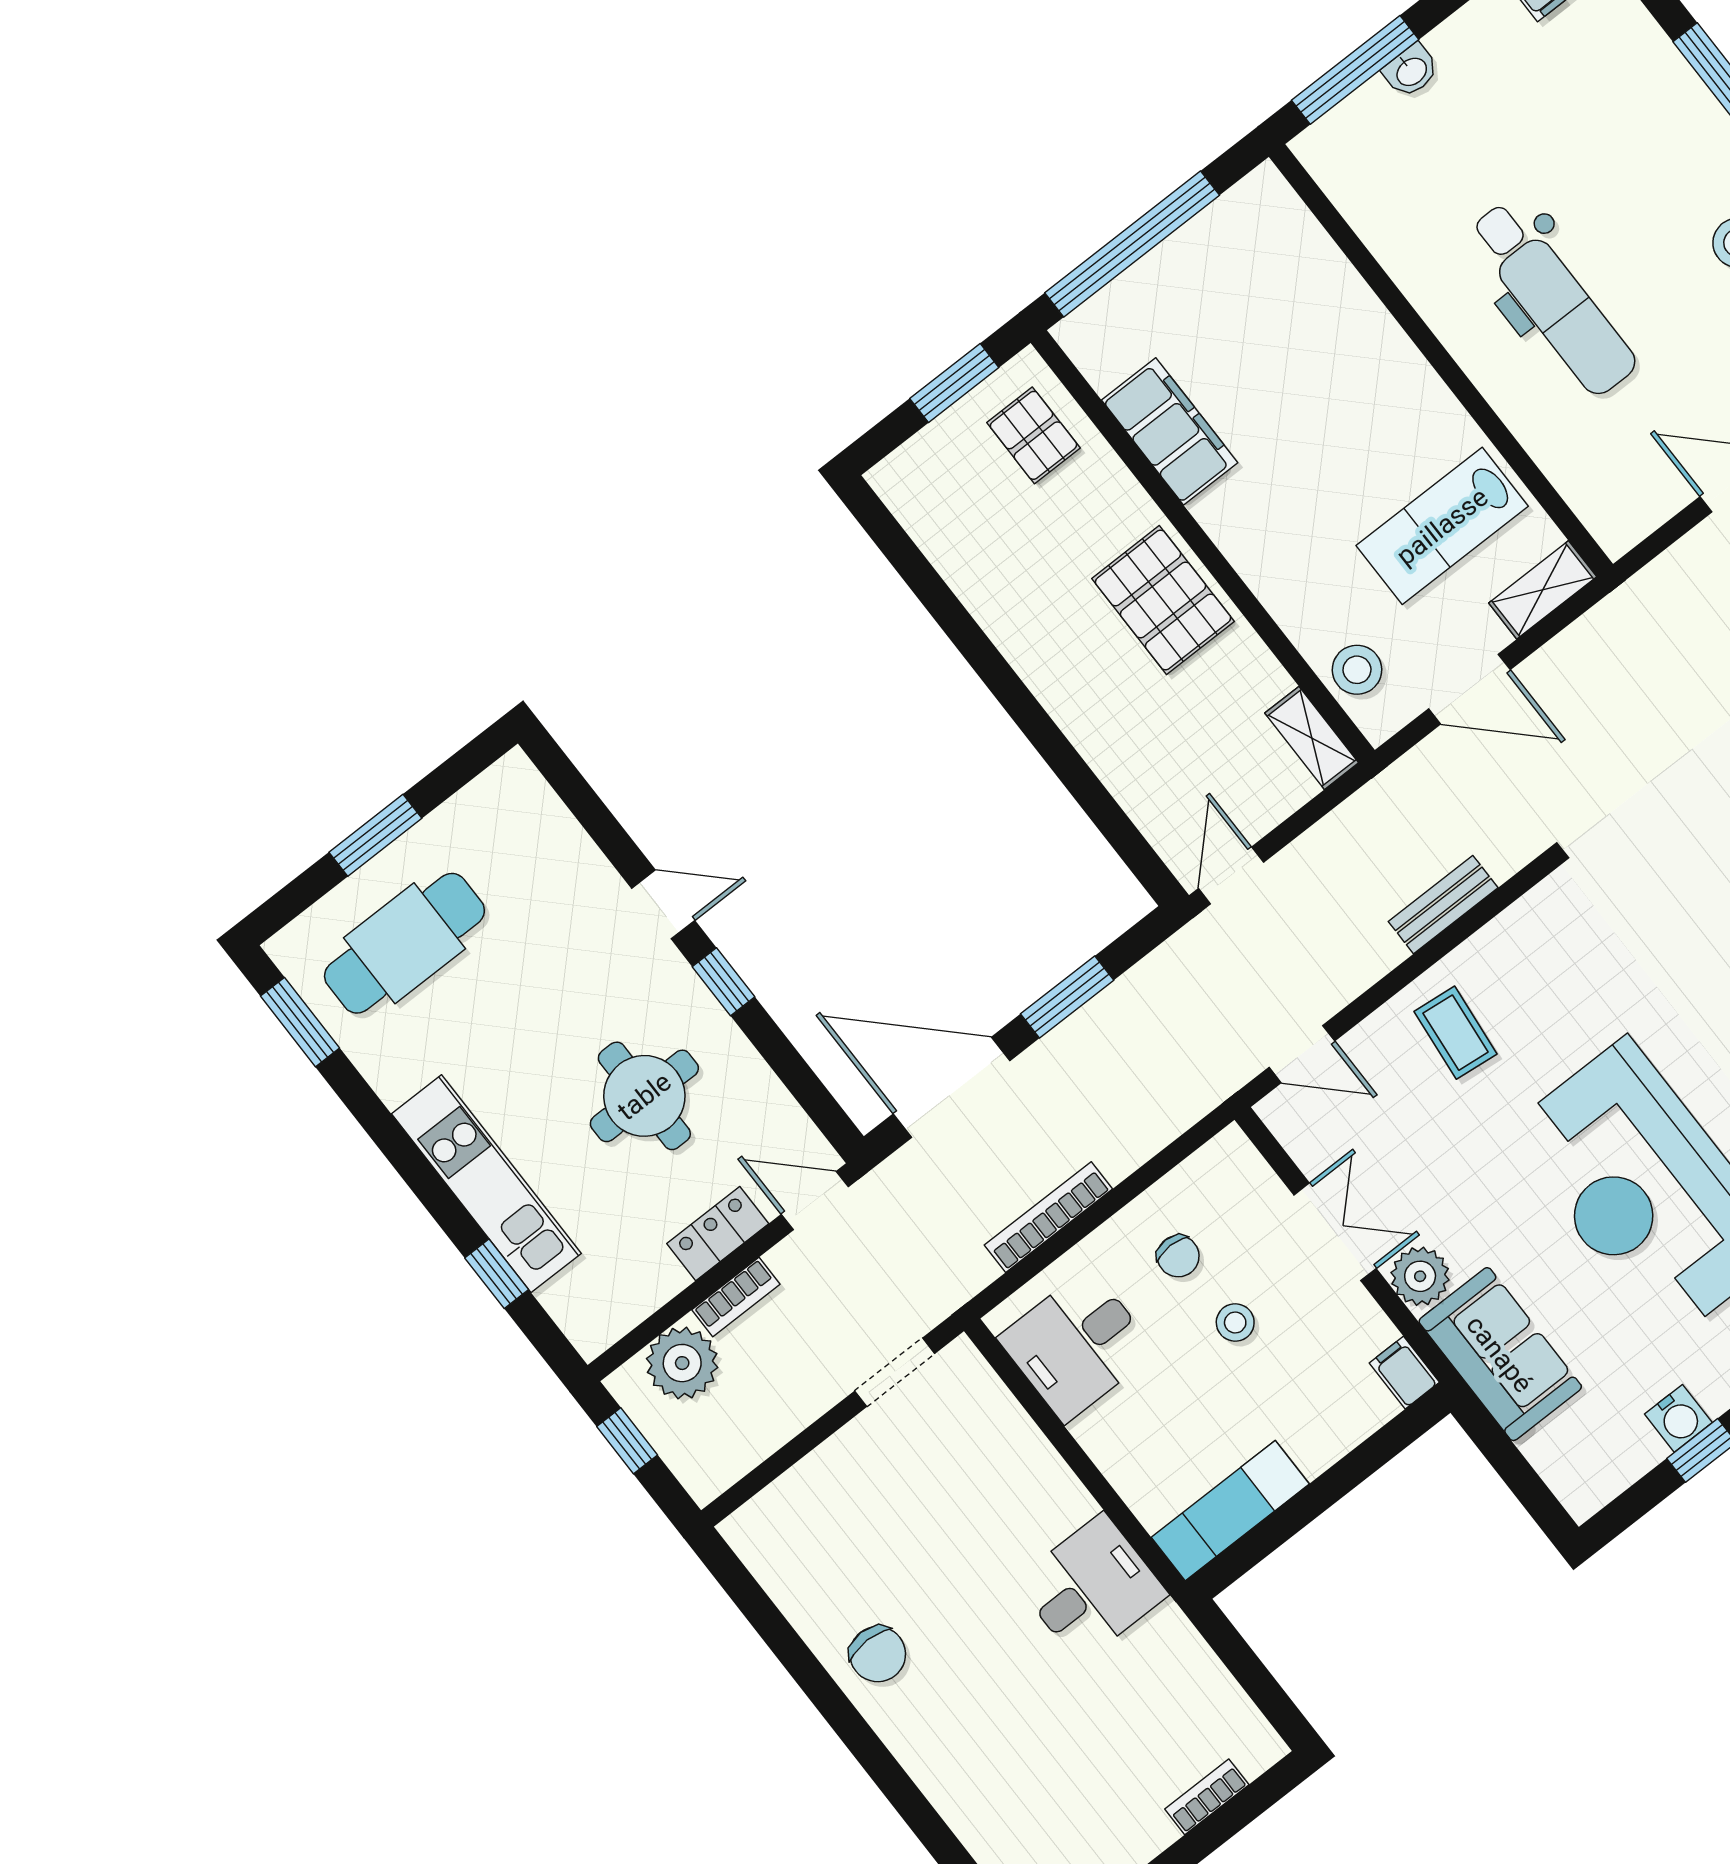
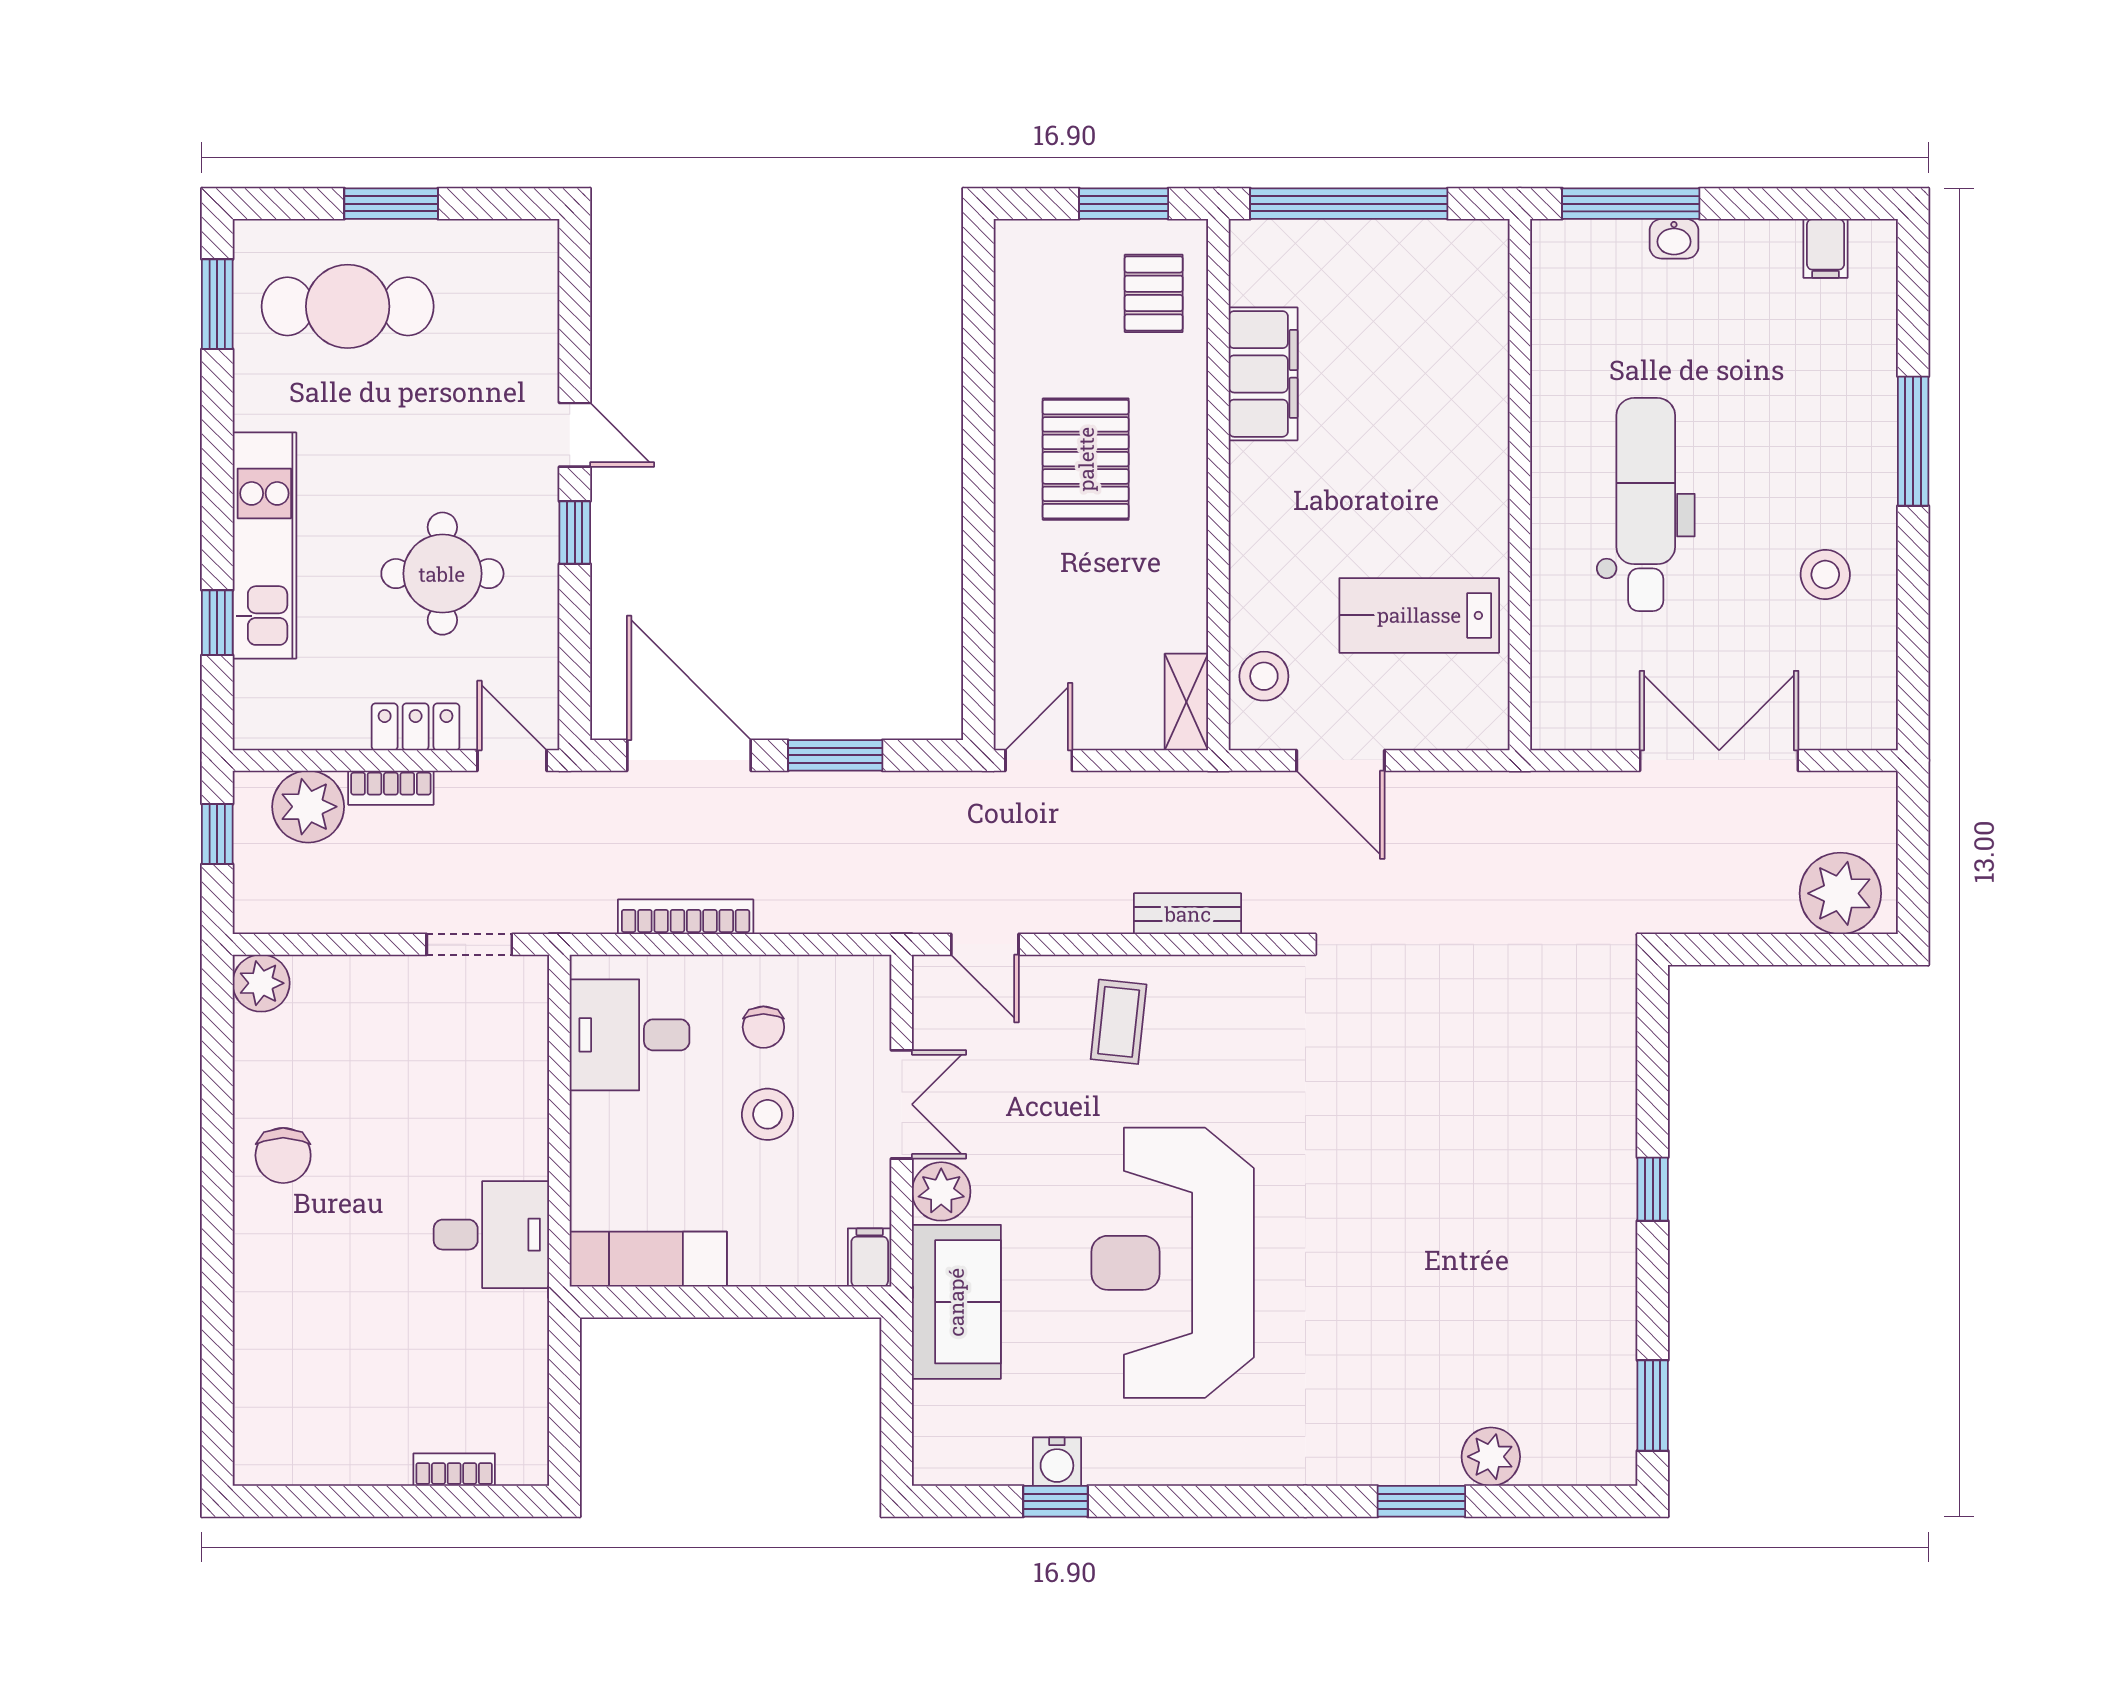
dental chair: (1553, 298) -> (1646, 505), turned 180
shelving: (1543, 590) -> (1459, 727), removed
pallet: (1163, 600) -> (1086, 459), moved
stool: (1235, 1322) -> (768, 1114), width x1.37, depth x1.37
plant: (754, 1532) -> (261, 983), added

